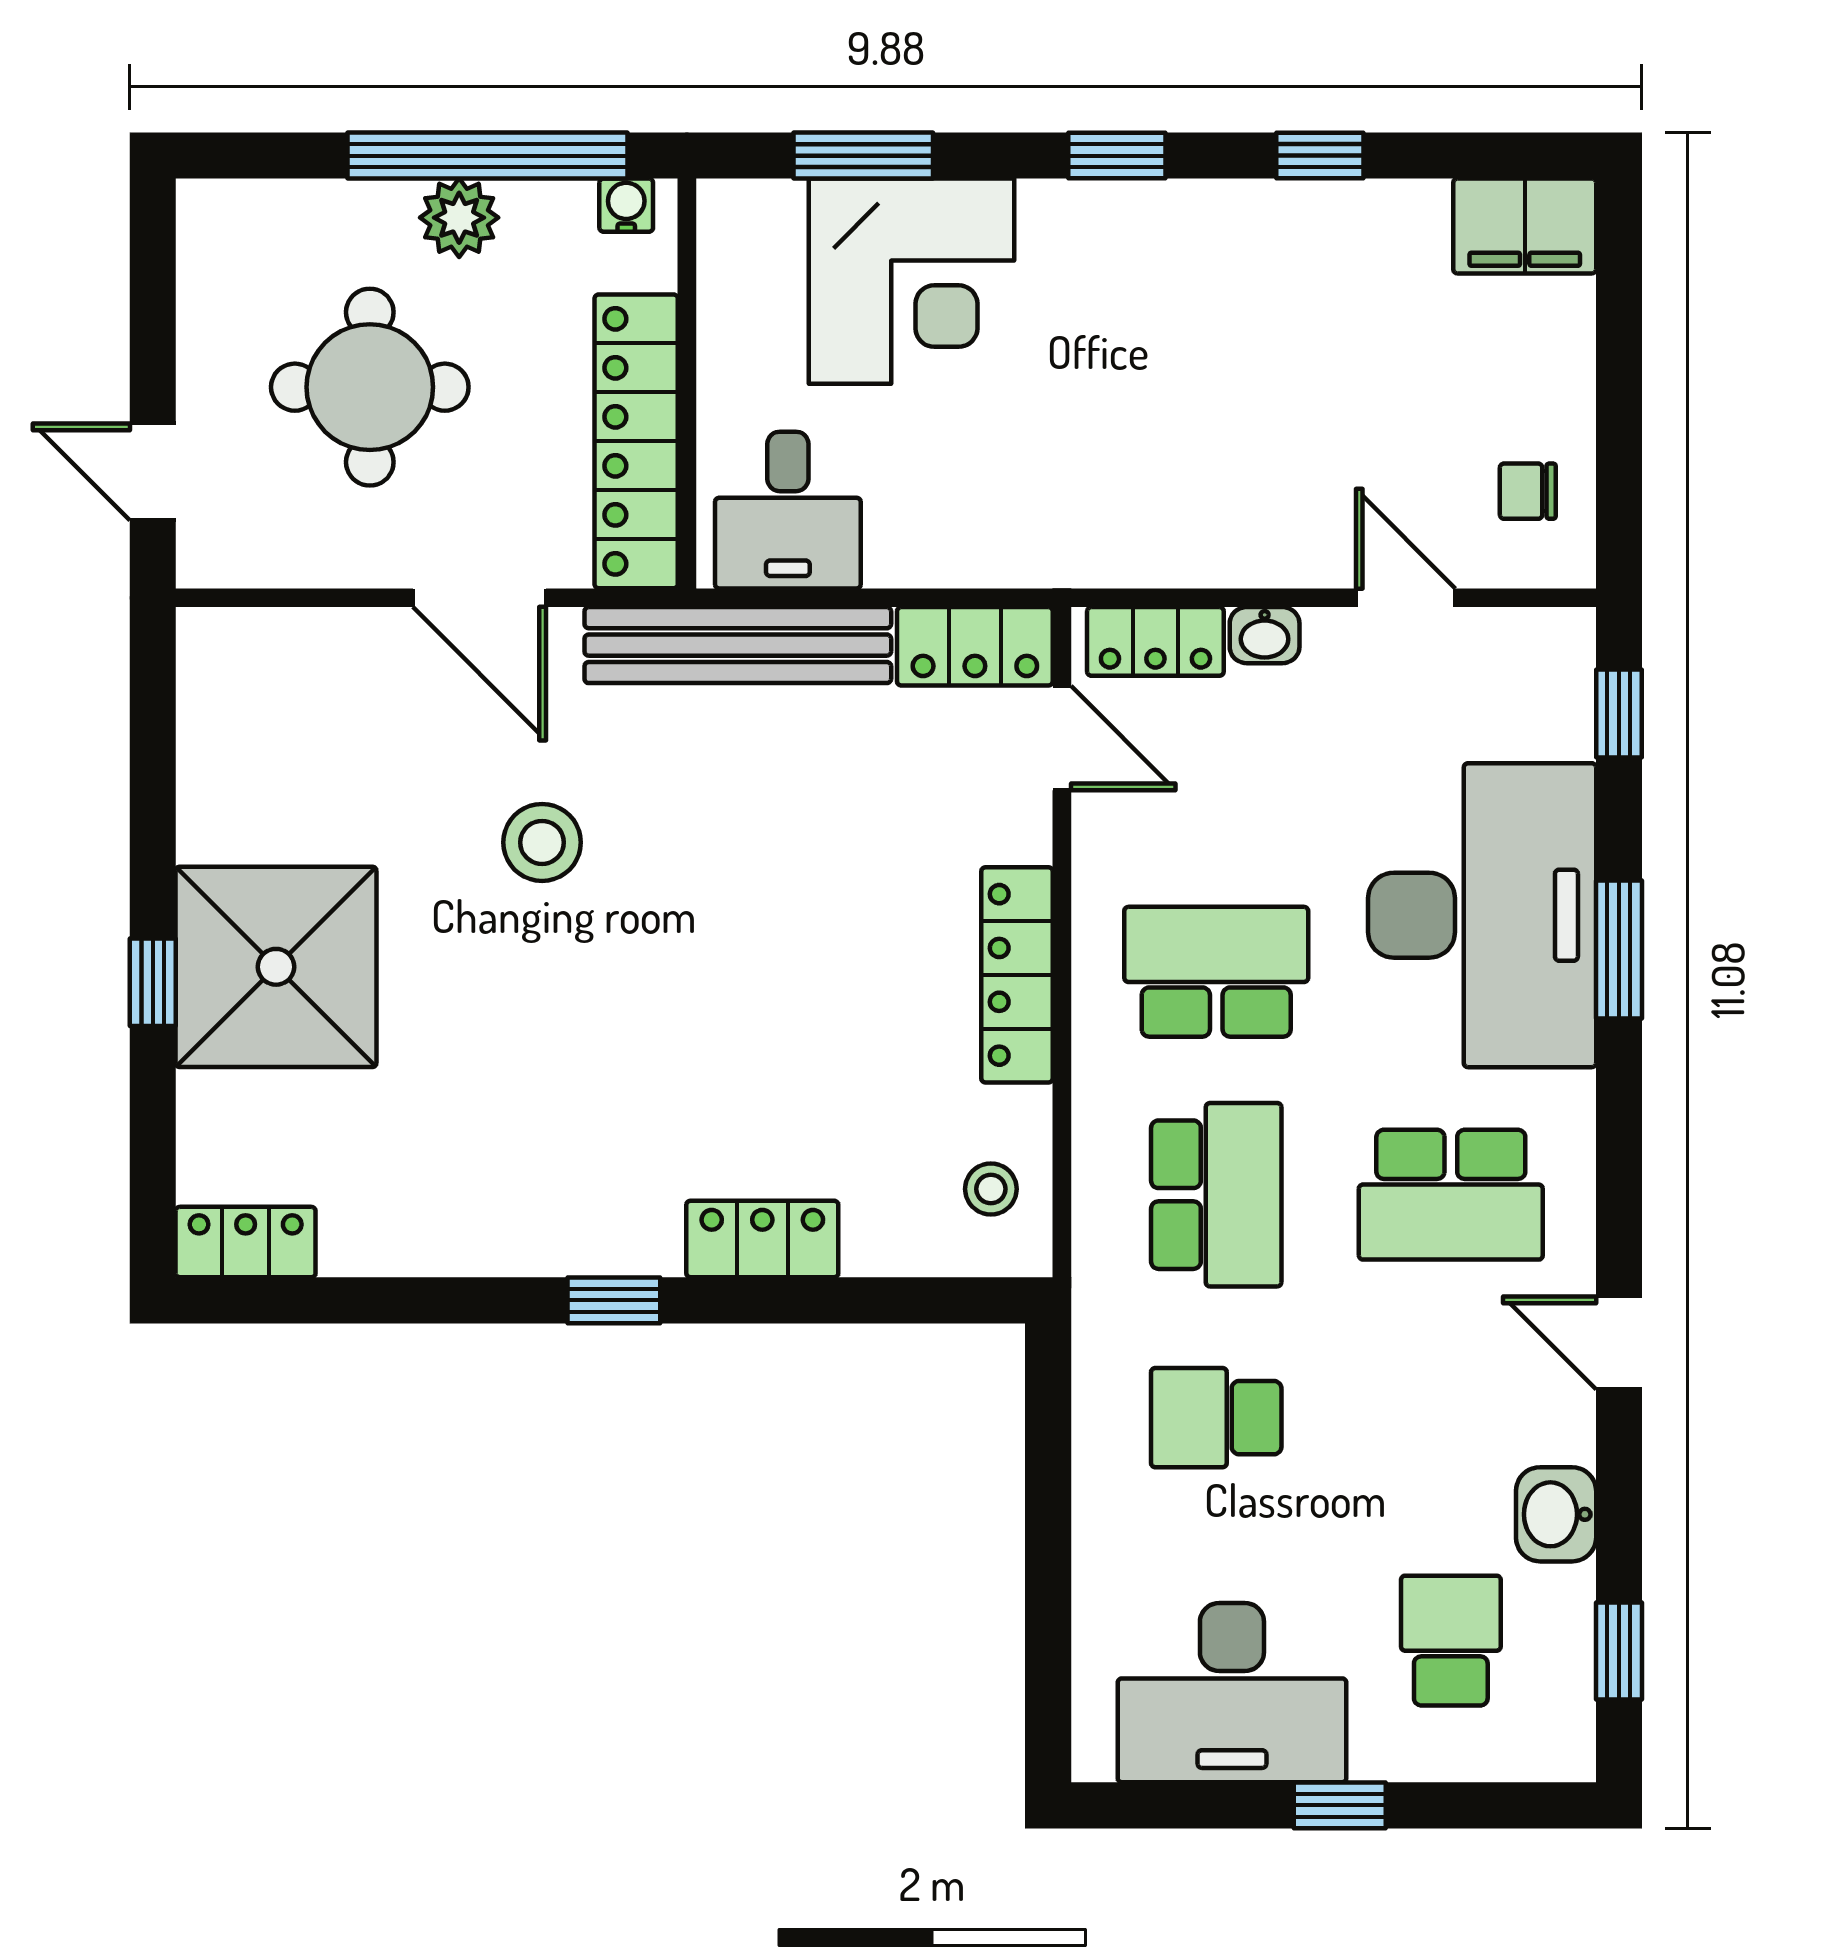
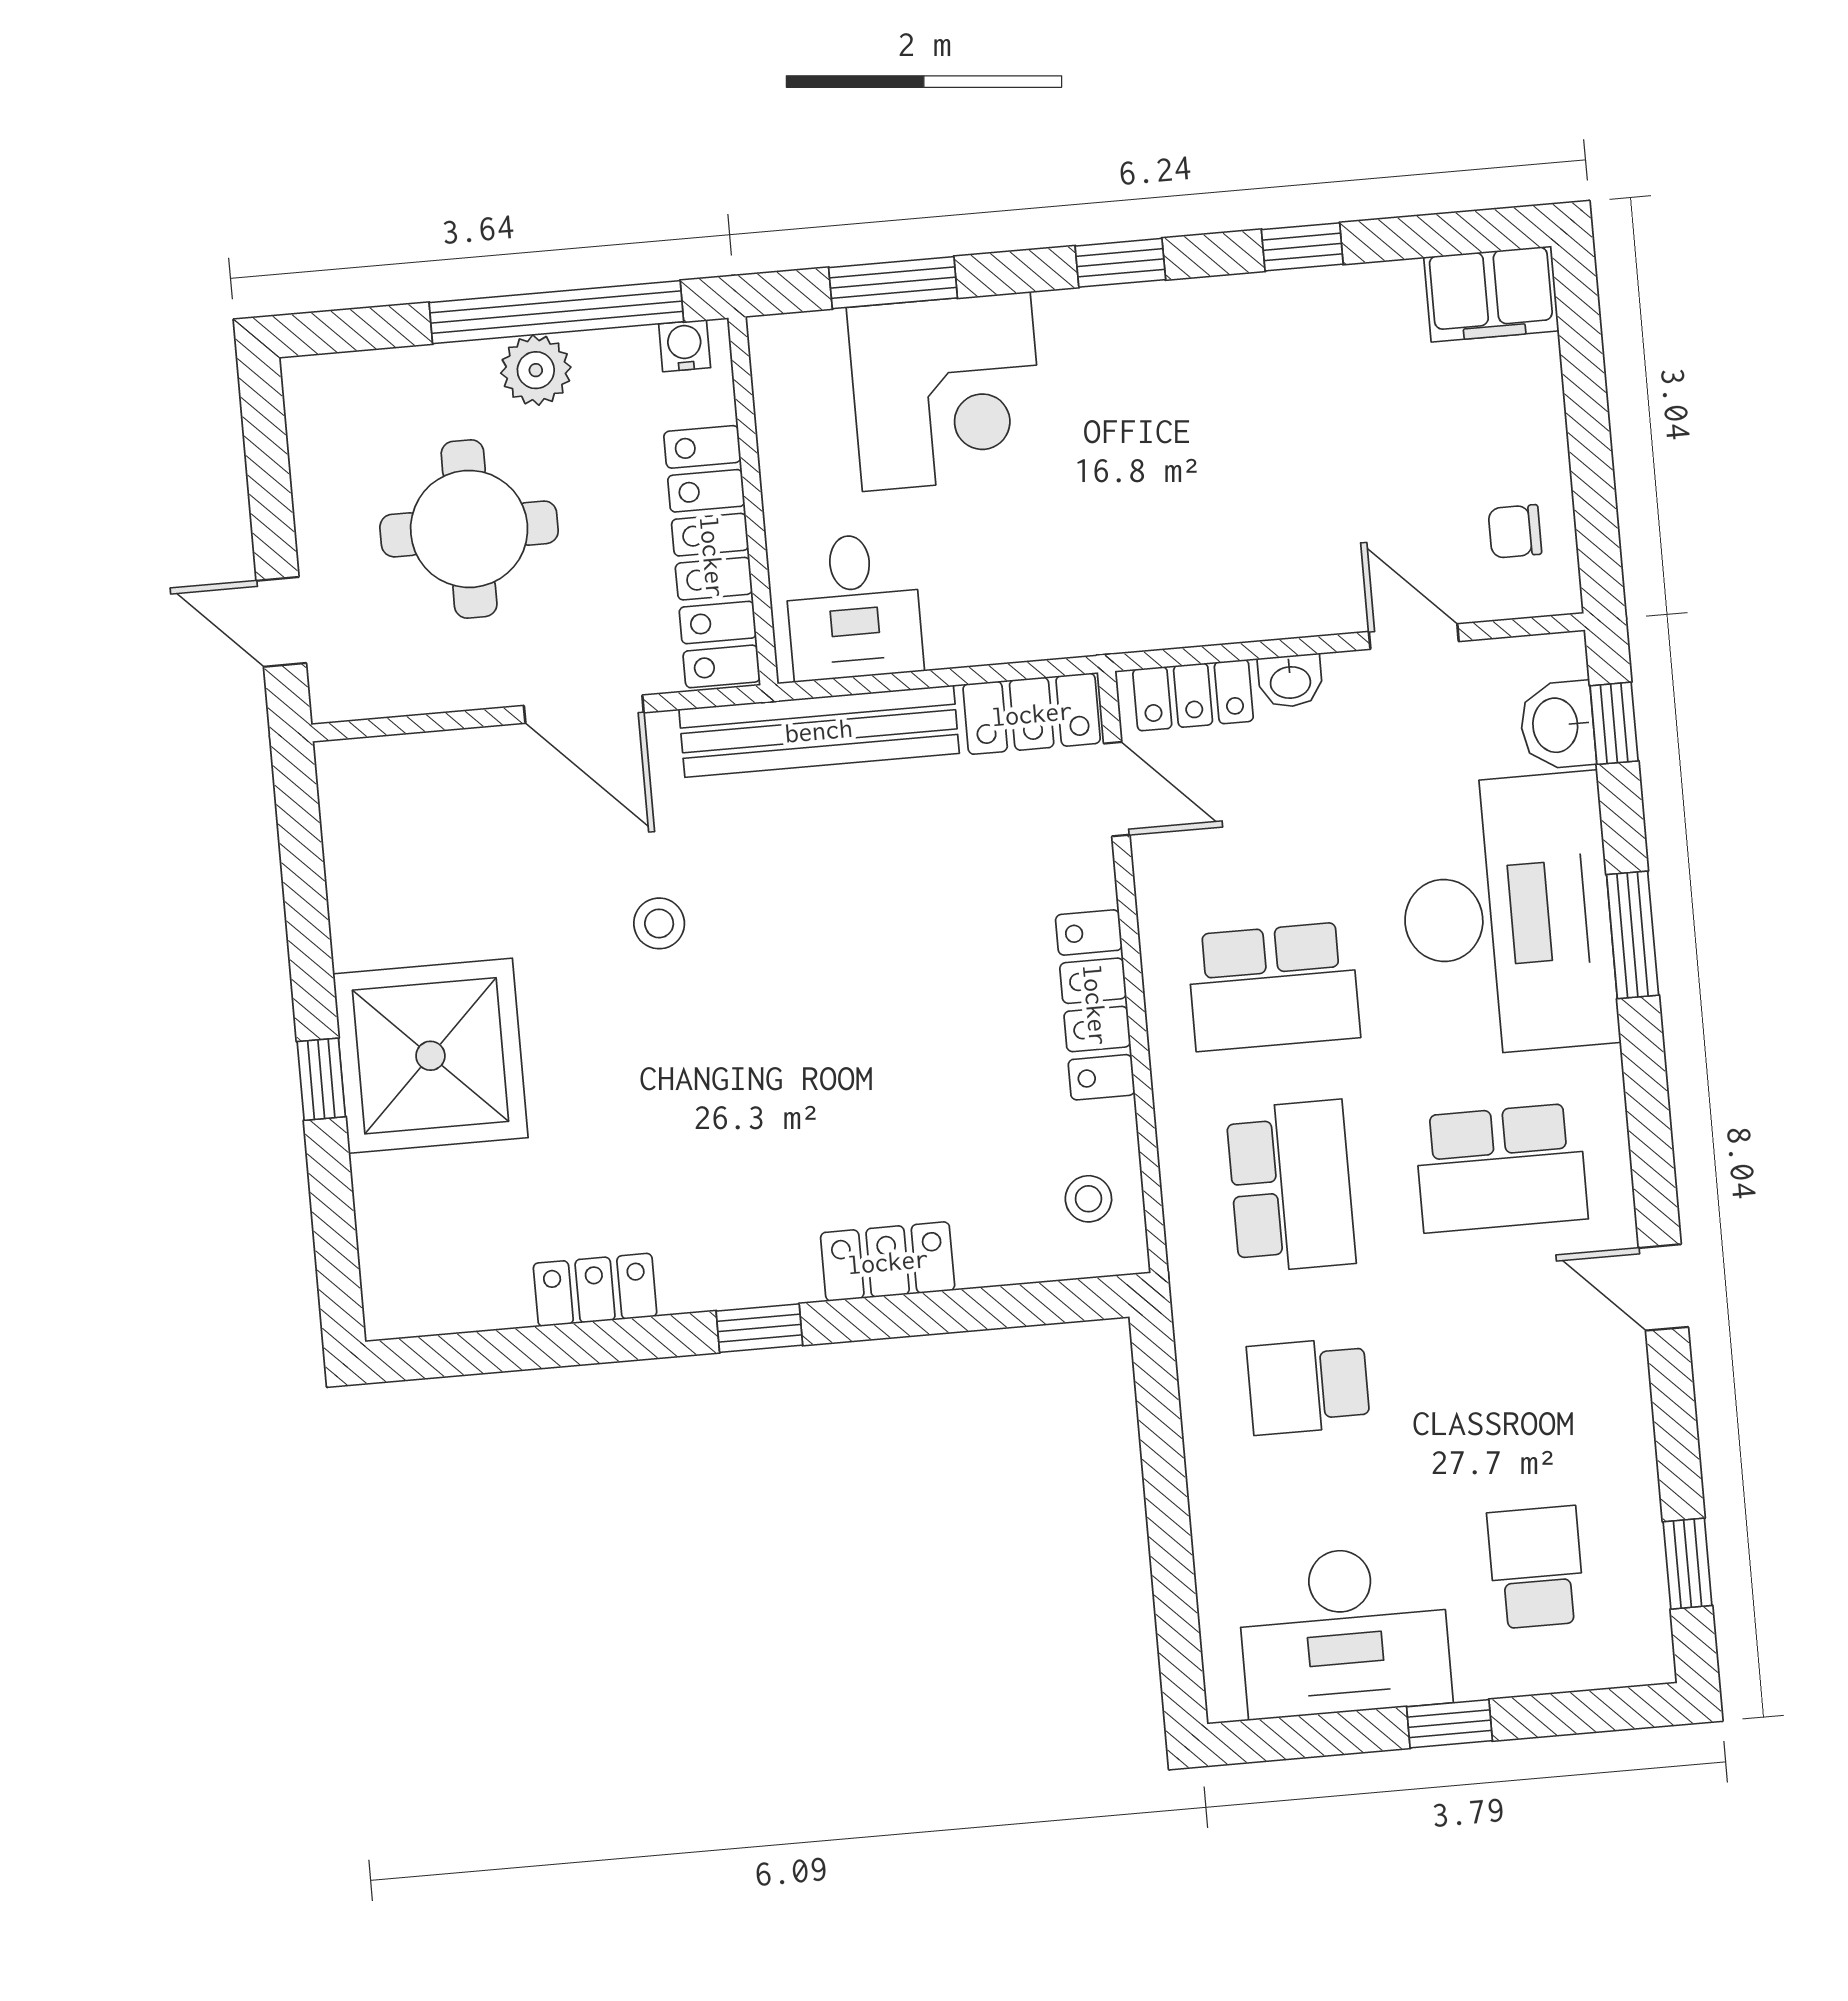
stool: (542, 842) -> (659, 923), width x0.73, depth x0.73
school desk: (1216, 972) -> (1273, 986), turned 180
locker: (246, 1242) -> (595, 1290), moved
washbasin: (1556, 1514) -> (1557, 725), moved

